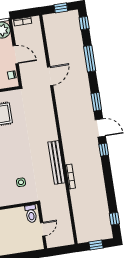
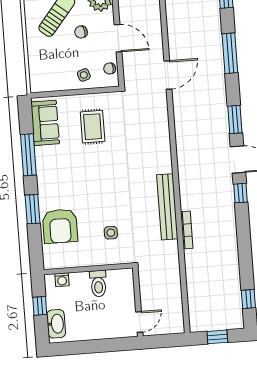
toilet: (31, 214) -> (98, 284), moved
door: (43, 229) -> (139, 322), moved

